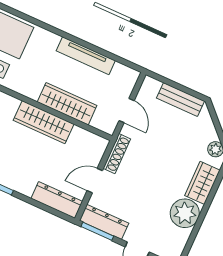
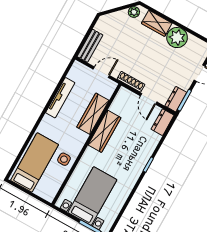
bench: (181, 99) -> (90, 46), moved
dresser: (57, 200) -> (163, 122), width x0.70
dresser: (104, 222) -> (176, 99), width x0.70

